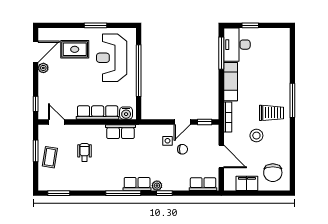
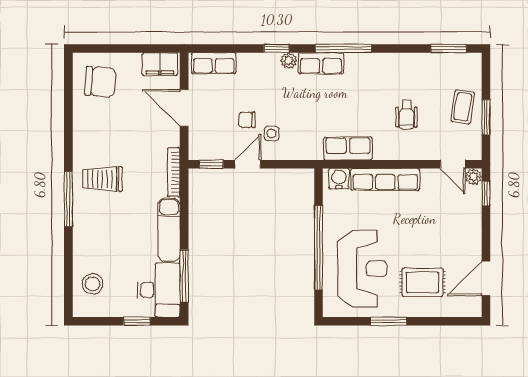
plant: (43, 68) -> (474, 177), moved
stool: (256, 136) -> (92, 284), moved
chair: (273, 173) -> (100, 82), turned 94
filing cabinet: (247, 183) -> (160, 64), moved

